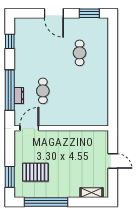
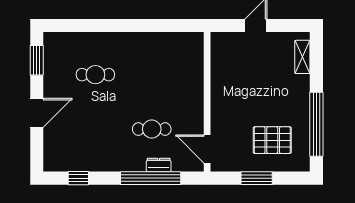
pallet: (35, 172) -> (272, 140), turned 90
window: (10, 177) -> (257, 178), moved

